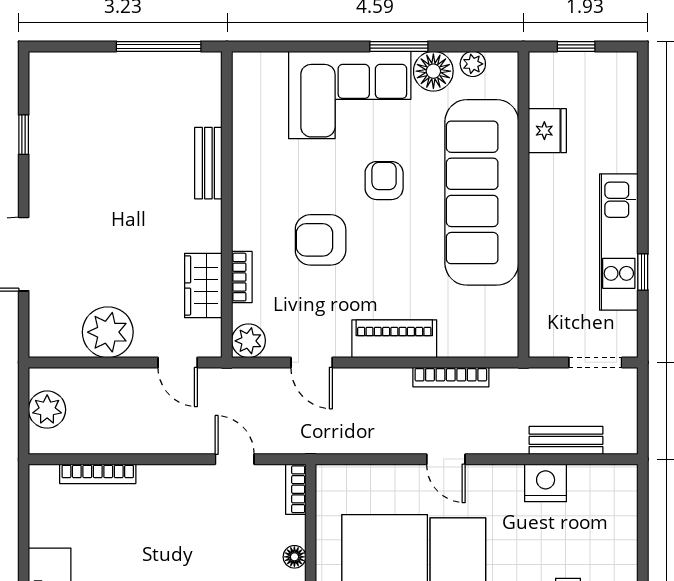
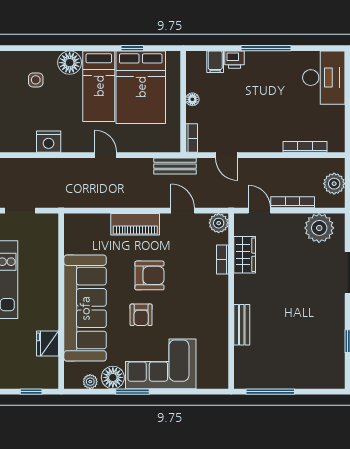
armchair: (321, 240) -> (149, 275), moved
plant: (108, 332) -> (319, 228), moved
bookcase: (451, 377) -> (293, 202), moved
bench: (566, 440) -> (175, 166), moved

